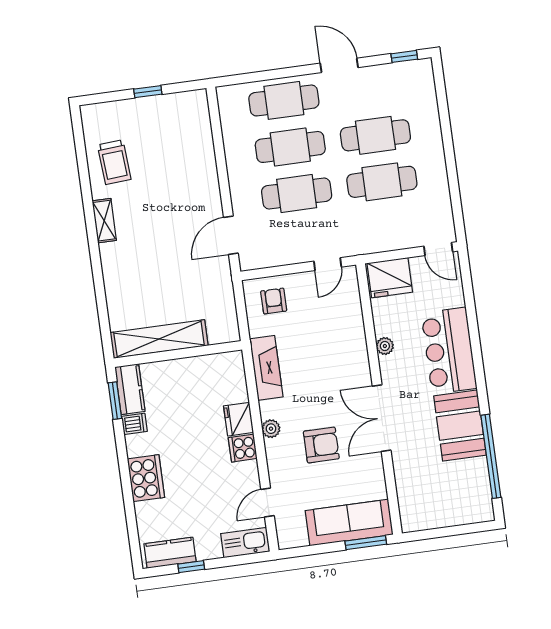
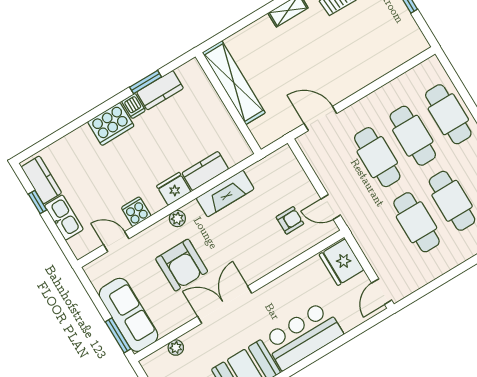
armchair: (274, 301) -> (290, 220), moved
shelving: (159, 339) -> (234, 83), moved
plant: (385, 346) -> (176, 348), moved
wall: (178, 354) -> (228, 103), moved
kitchen counter: (234, 378) -> (205, 171), added
armchair: (321, 445) -> (182, 265), width x1.36, depth x1.36
cooker: (243, 448) -> (136, 212), moved
cooker: (146, 478) -> (111, 124), moved
kitchen sink: (245, 543) -> (64, 217), moved

